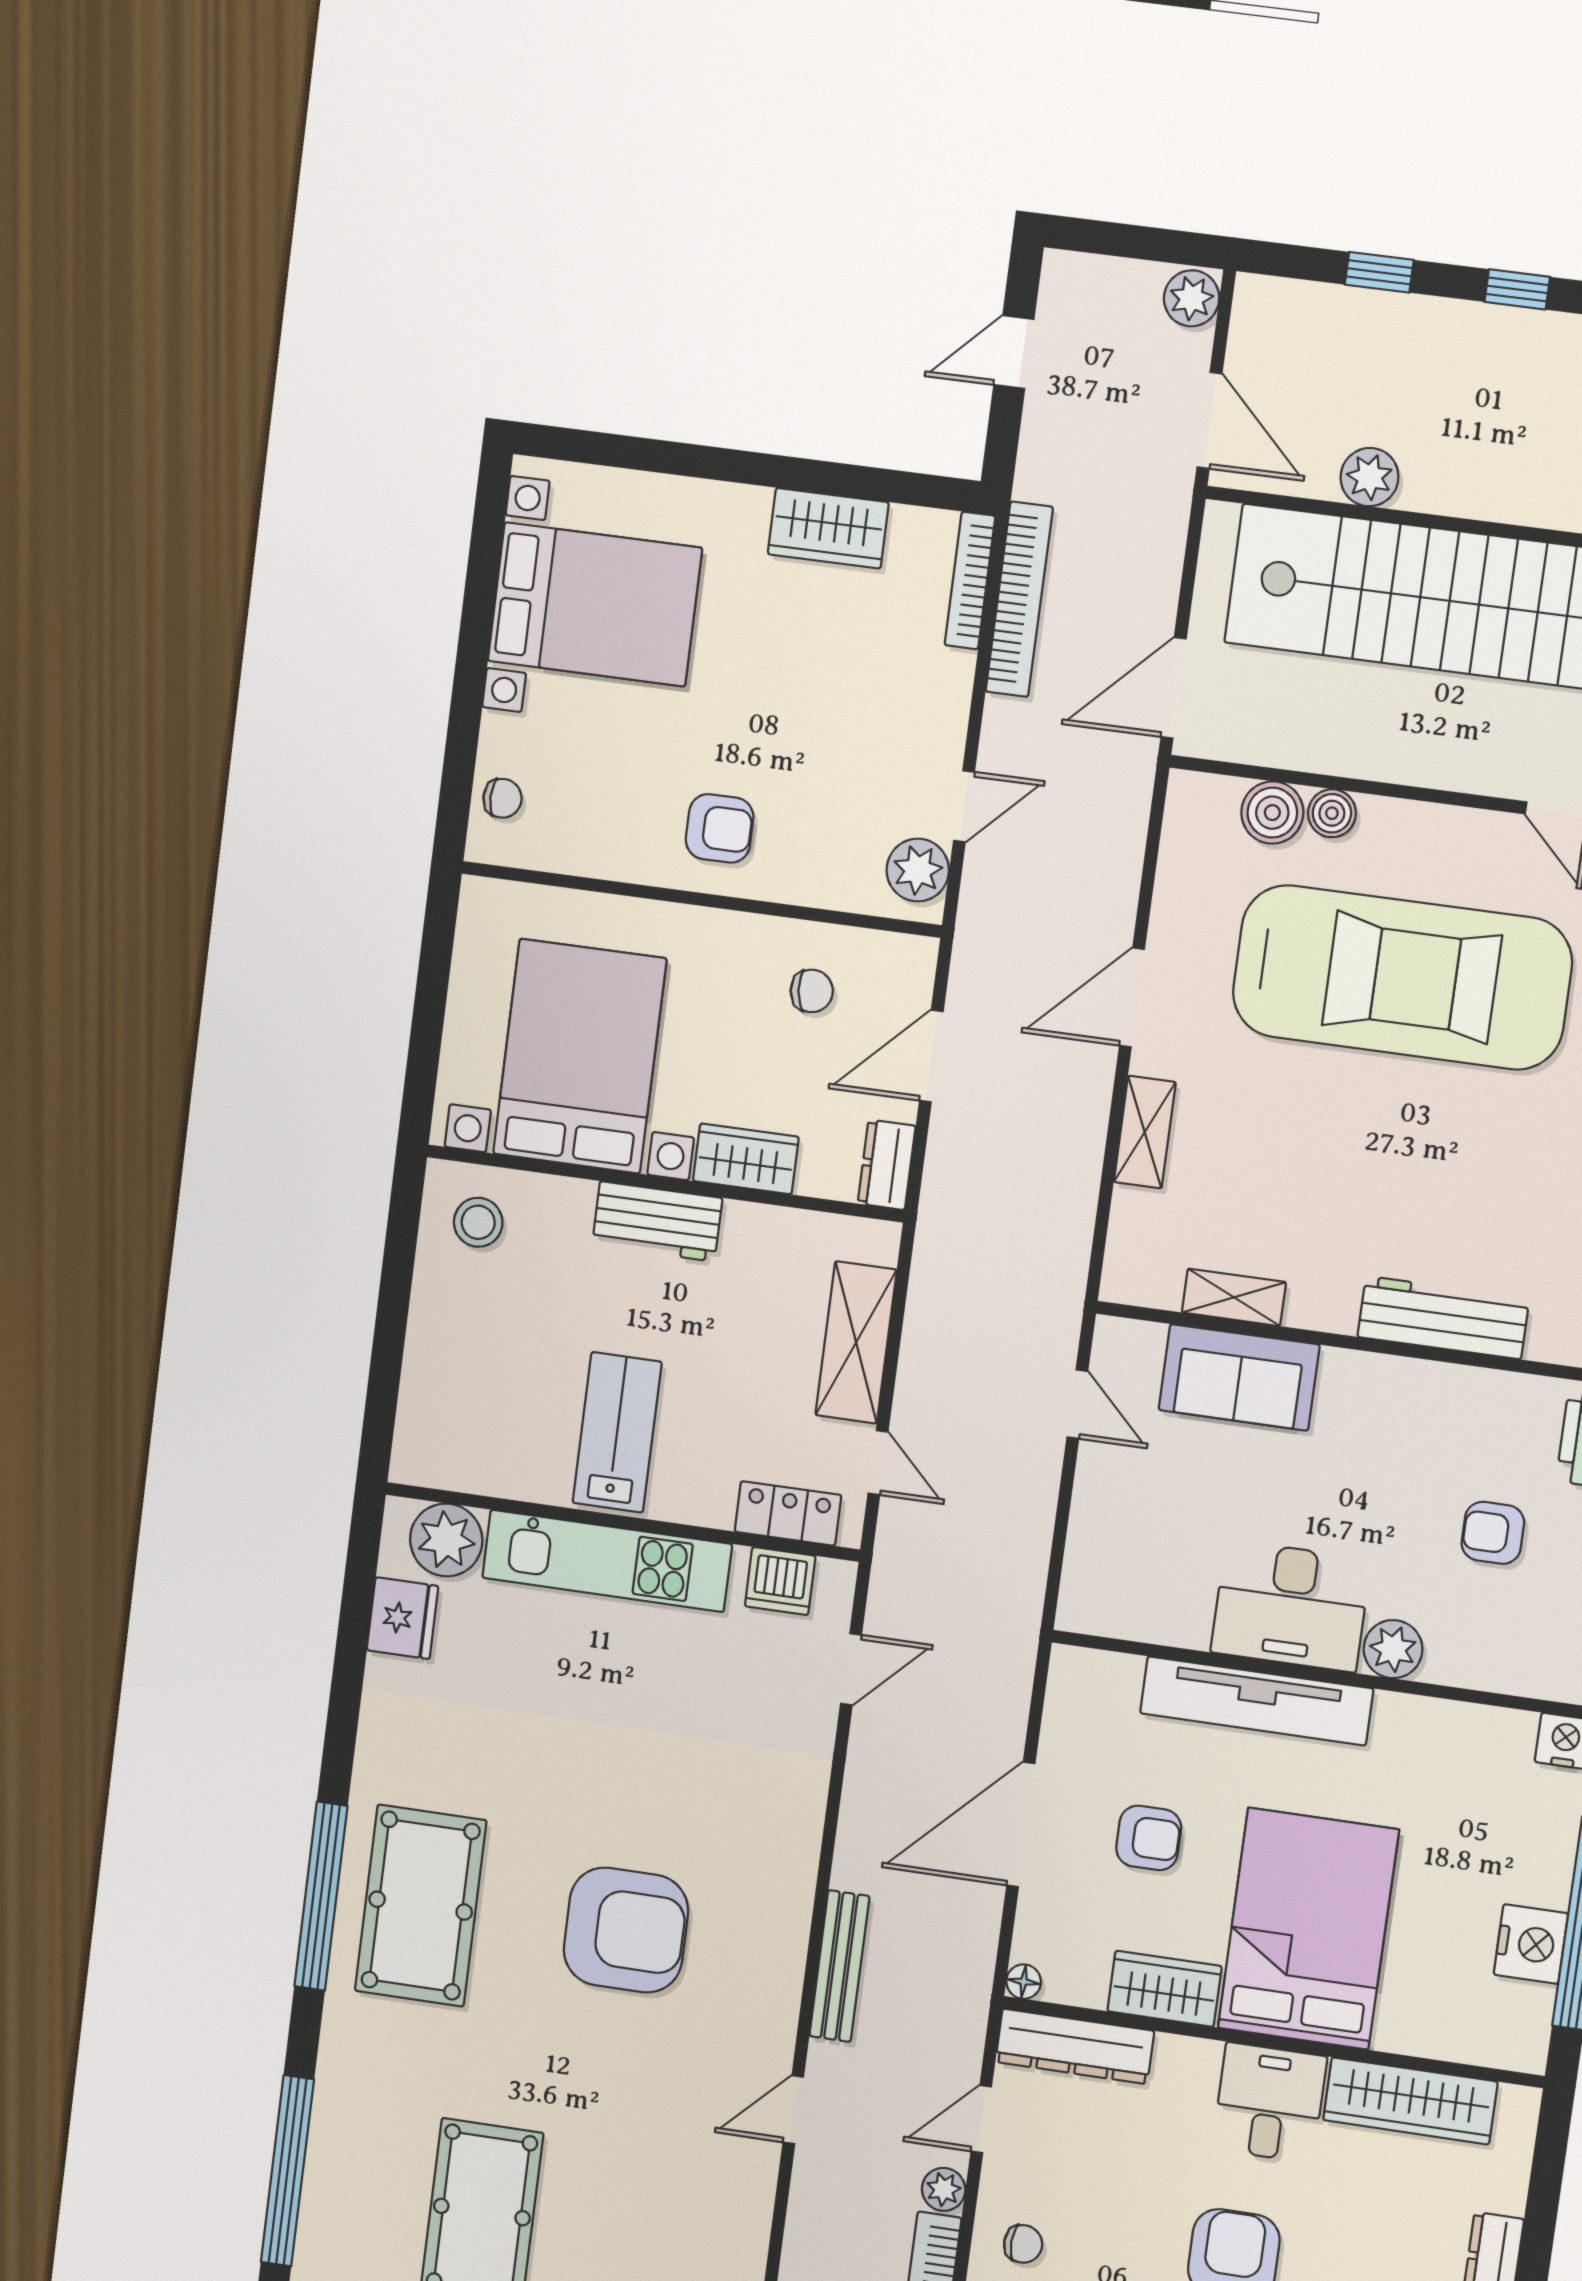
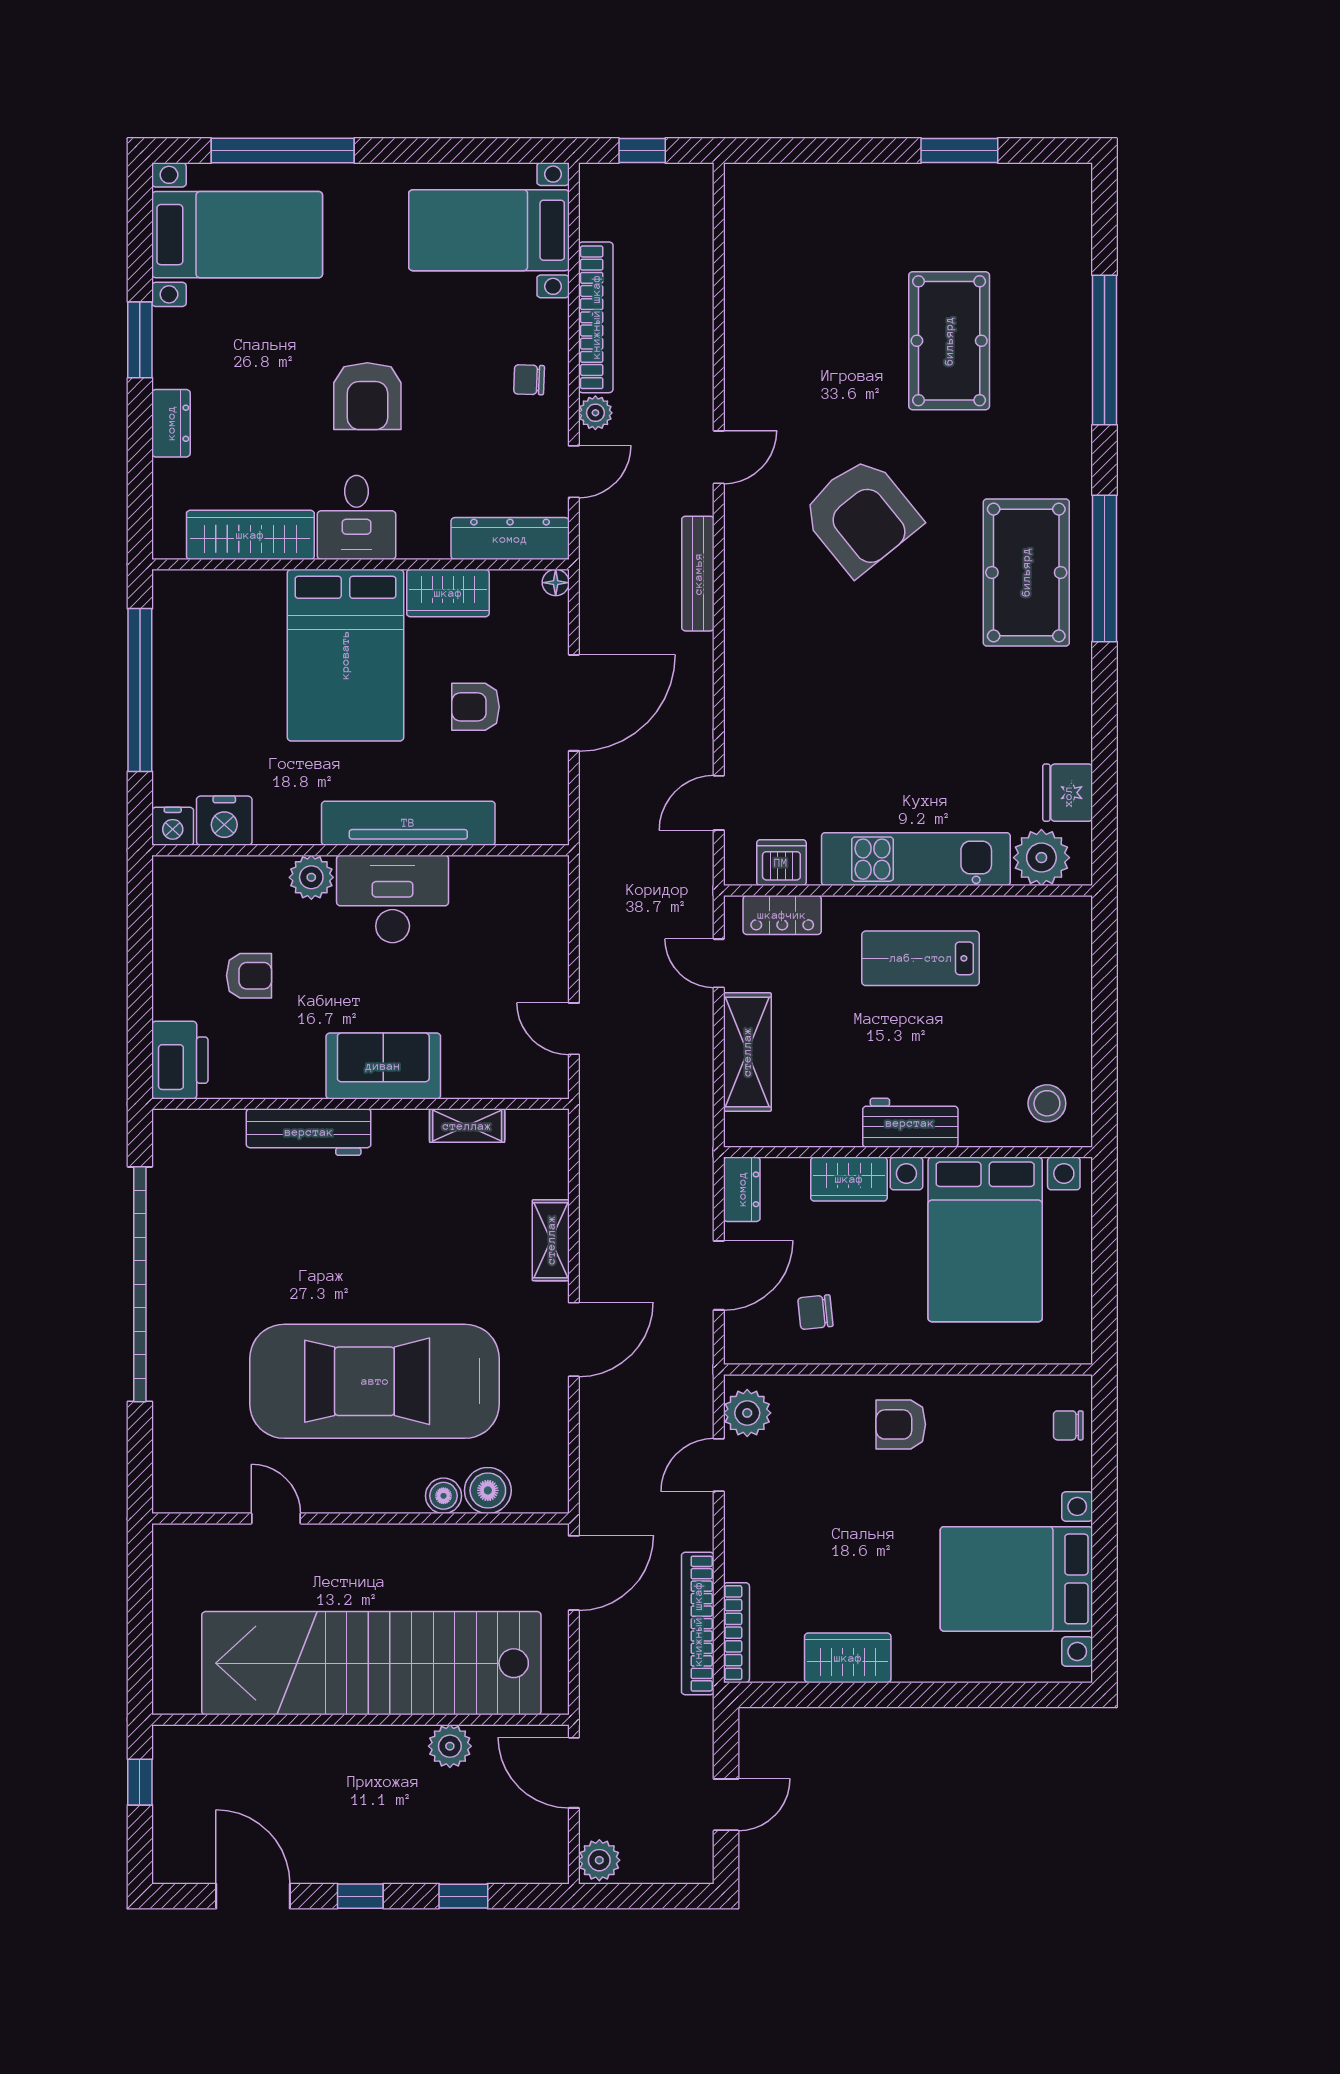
sofa: (1239, 1377) -> (383, 1066), moved
lab bench: (617, 1432) -> (921, 958), turned 90
armchair: (626, 1930) -> (861, 516), moved, turned -129
nightstand: (1531, 1944) -> (224, 821), moved, turned -90

